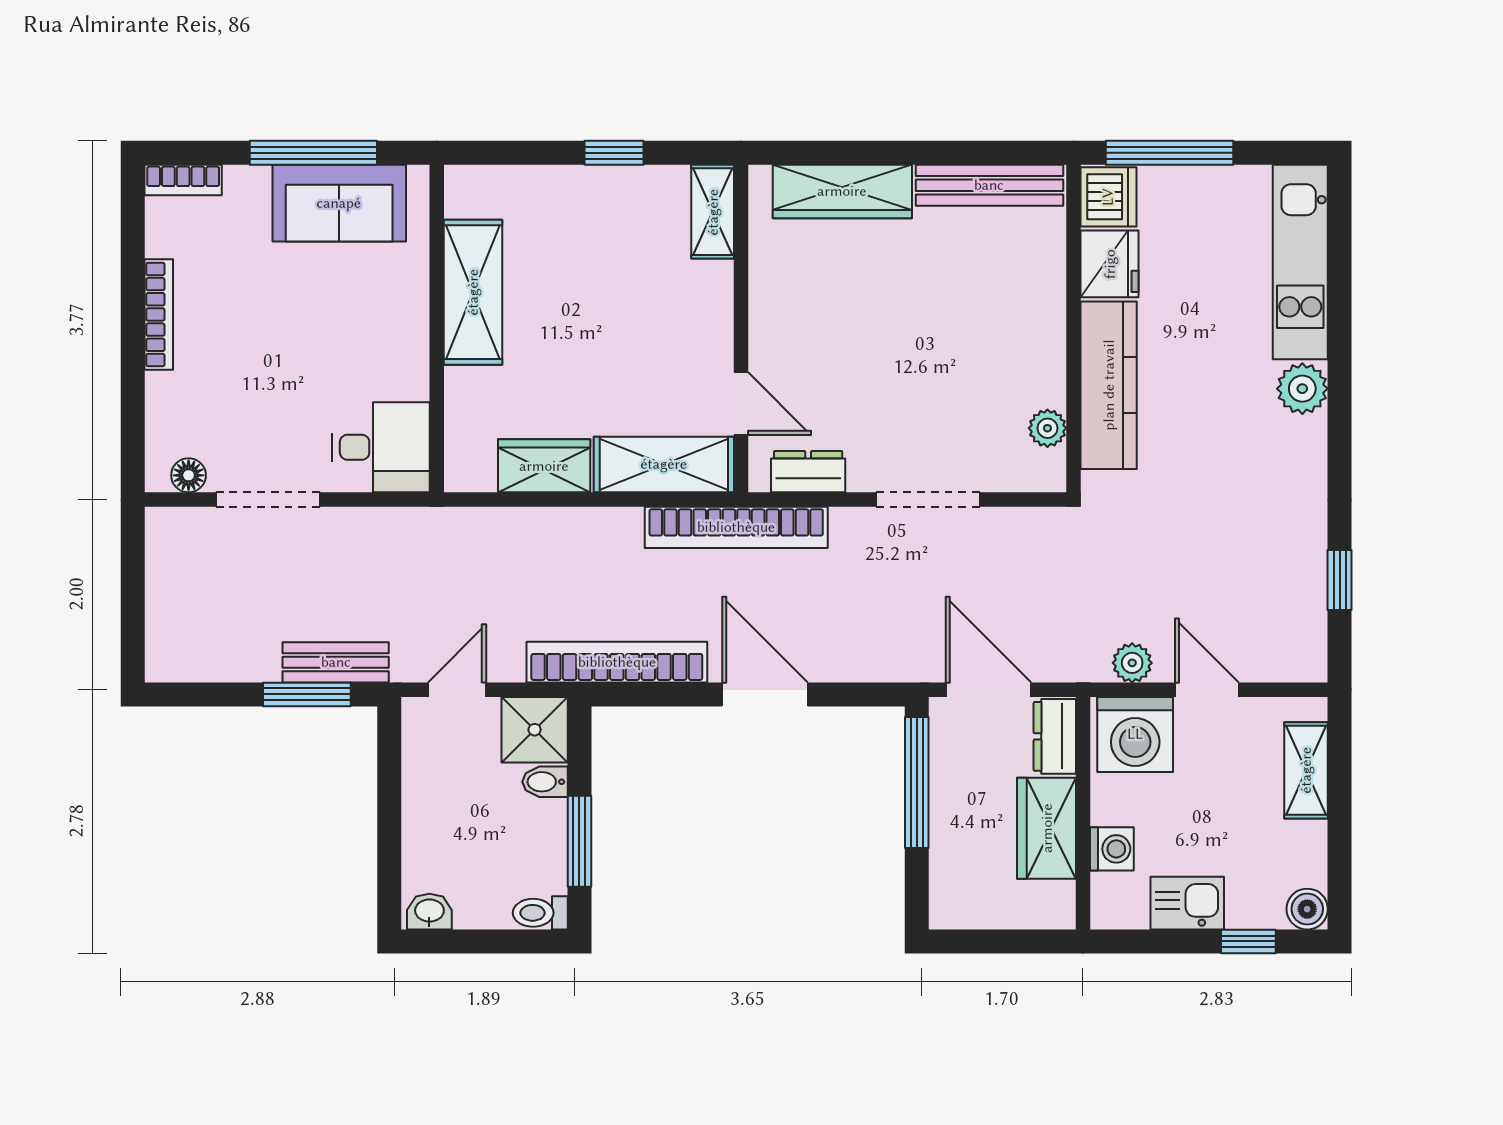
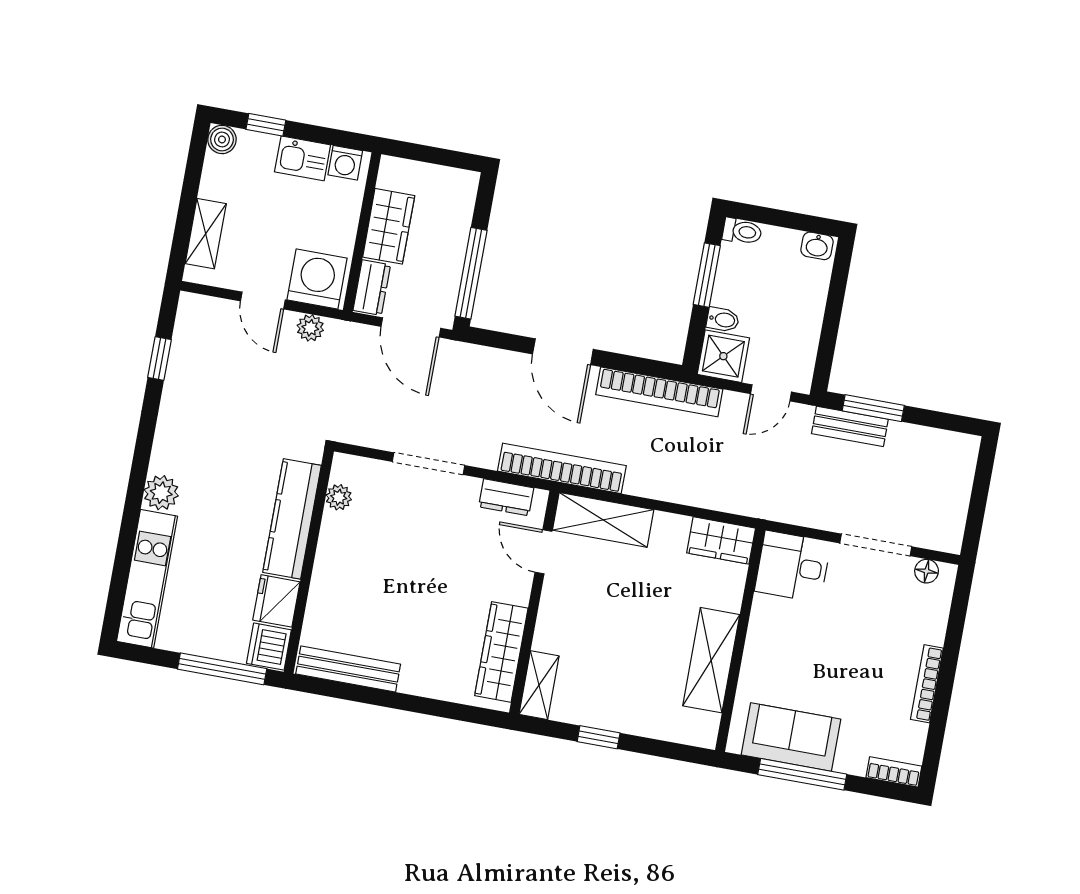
wardrobe: (842, 191) -> (501, 652), moved, turned -90
wardrobe: (544, 466) -> (721, 540), moved
washing machine: (1112, 849) -> (345, 163), moved, turned -90

